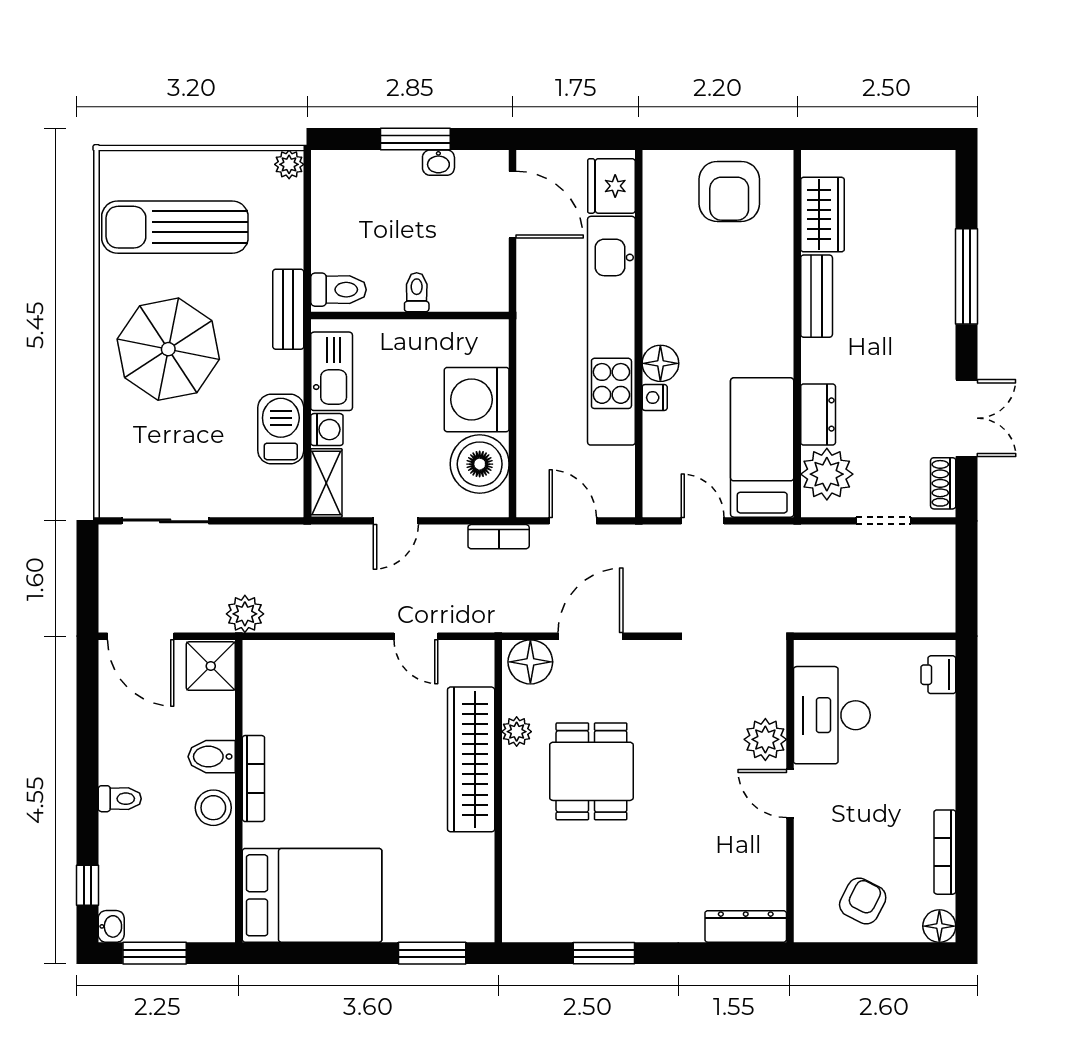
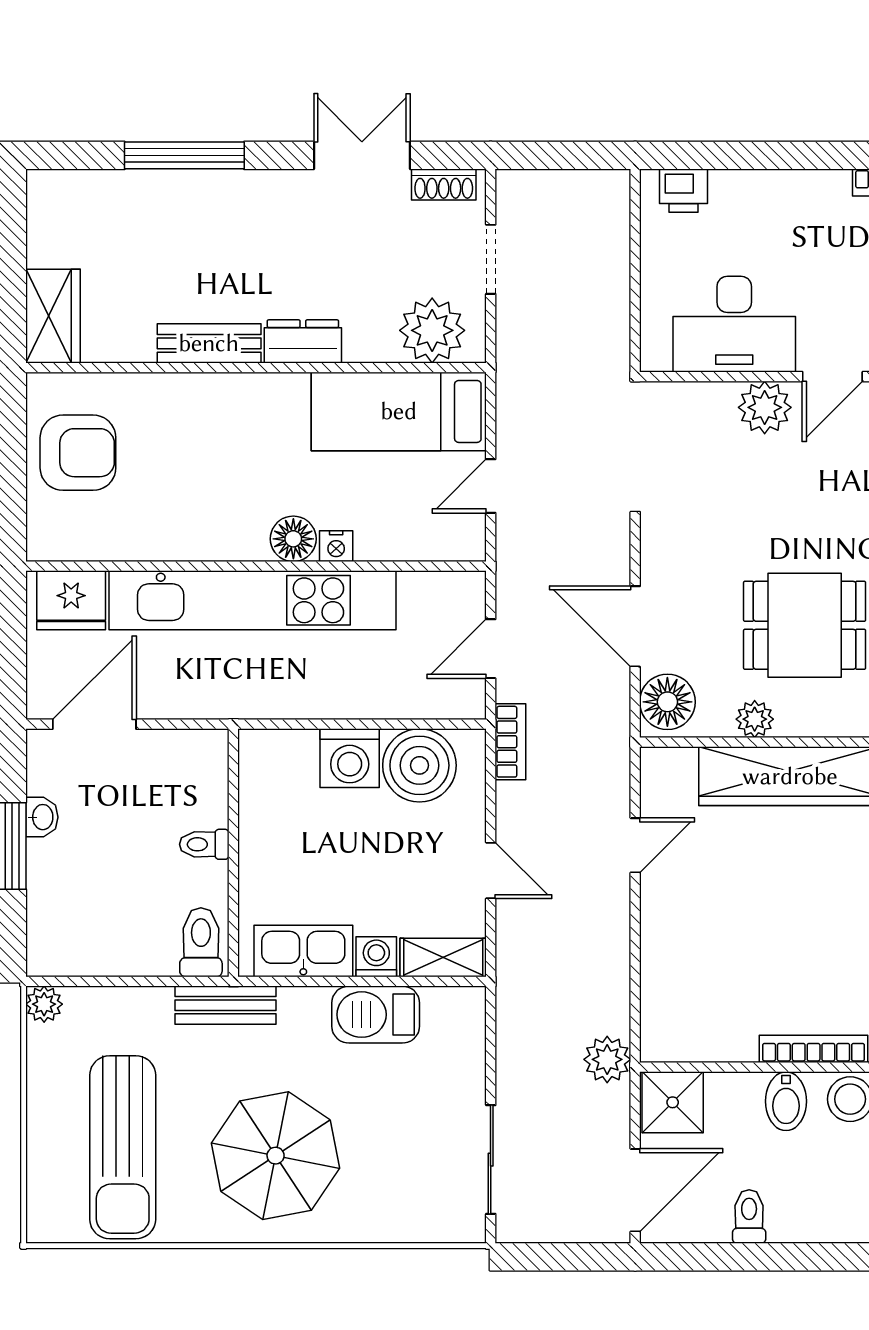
wardrobe: (822, 215) -> (53, 316), moved, turned 90
washing machine: (477, 400) -> (350, 758), width x0.73, depth x0.73
dresser: (818, 415) -> (303, 341), moved
toilet: (120, 799) -> (749, 1216), moved

